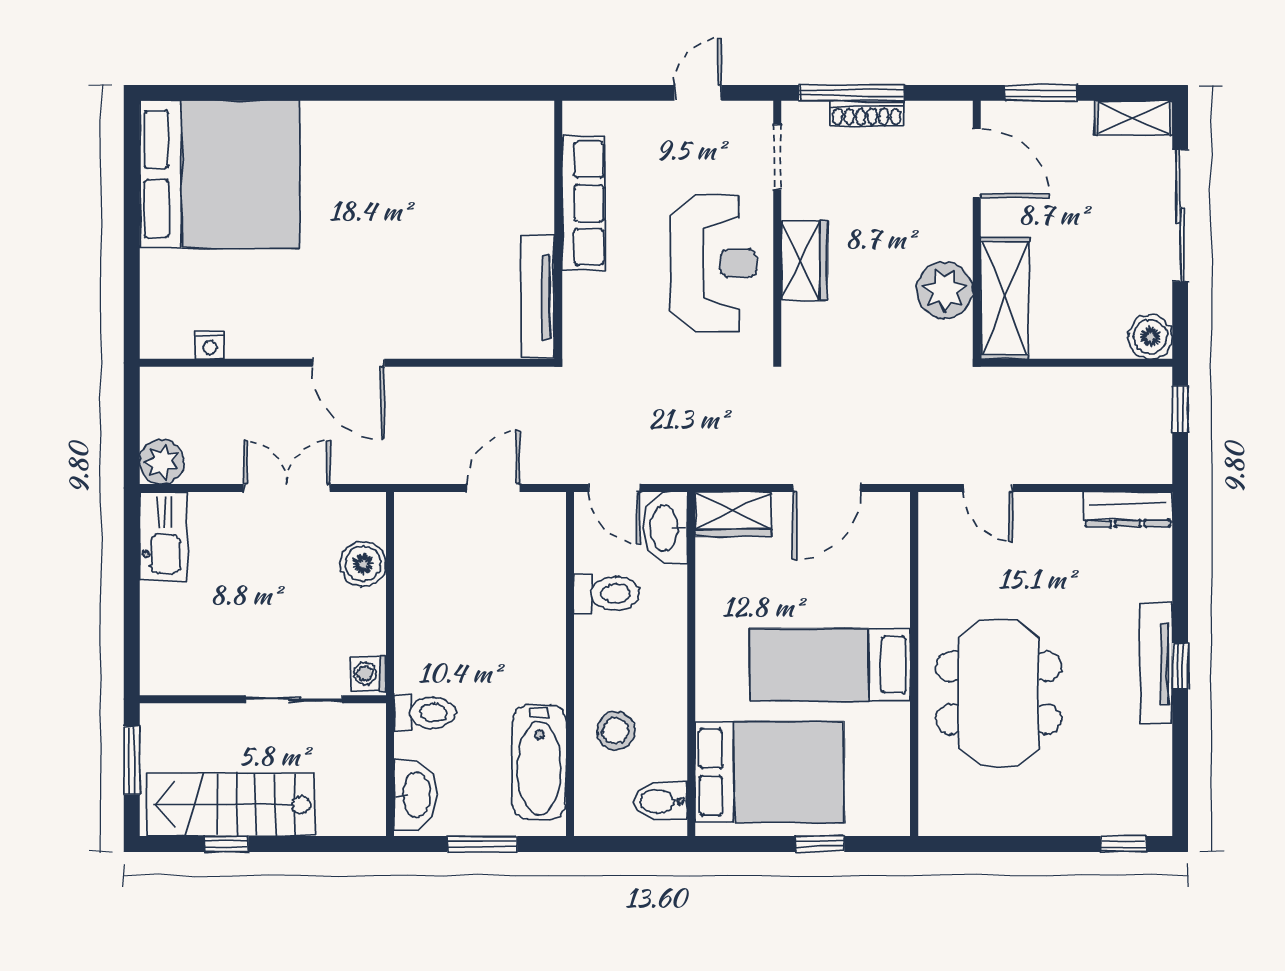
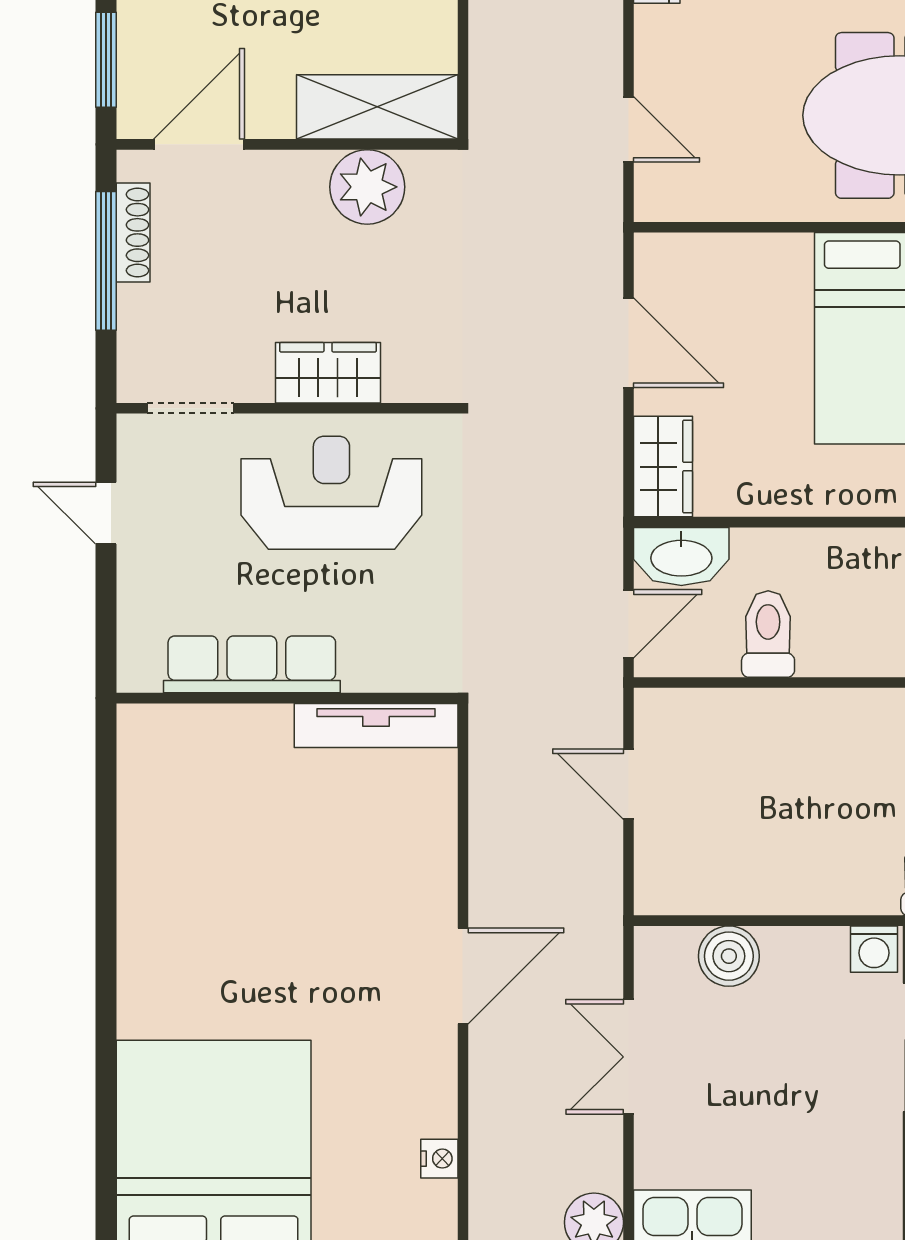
window: (851, 93) -> (106, 261), moved
shoe rack: (867, 113) -> (133, 232), moved
door: (988, 488) -> (629, 129), hinge flipped

